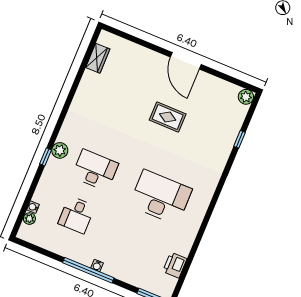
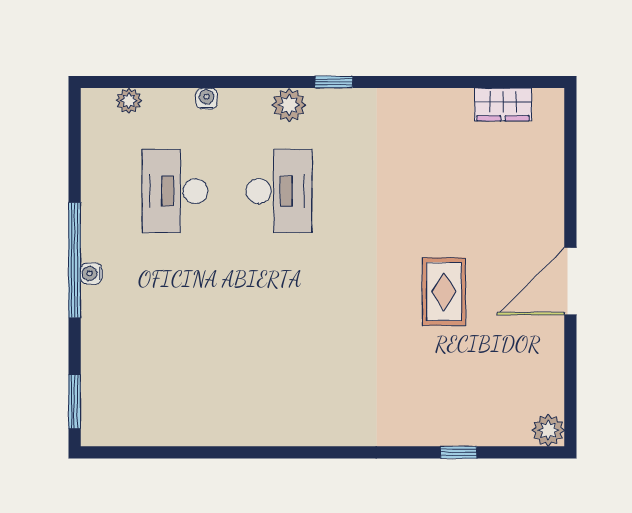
window: (46, 157) -> (334, 82), moved
desk: (161, 197) -> (279, 343), removed
water cooler: (33, 207) -> (207, 99), moved
desk: (77, 215) -> (175, 191), width x1.37
printer: (175, 265) -> (156, 427), removed

